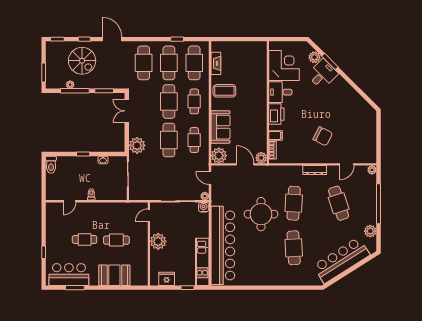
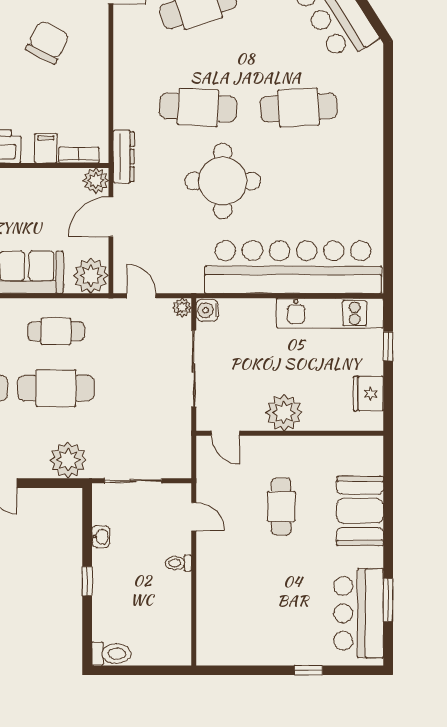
dresser: (315, 170) -> (124, 157), moved
door: (210, 178) -> (141, 296), swing flipped
door: (70, 201) -> (194, 517), moved
cafe table: (85, 239) -> (280, 578), removed

